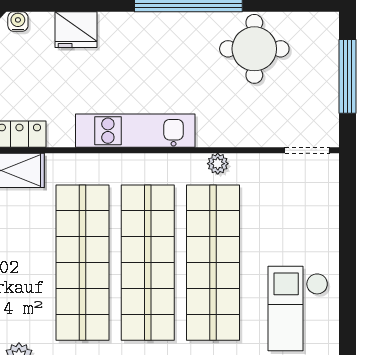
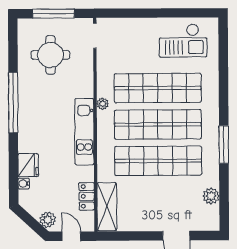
water cooler: (18, 21) -> (24, 184), moved
round table: (254, 49) -> (51, 55), moved
plant: (218, 164) -> (103, 104), moved

